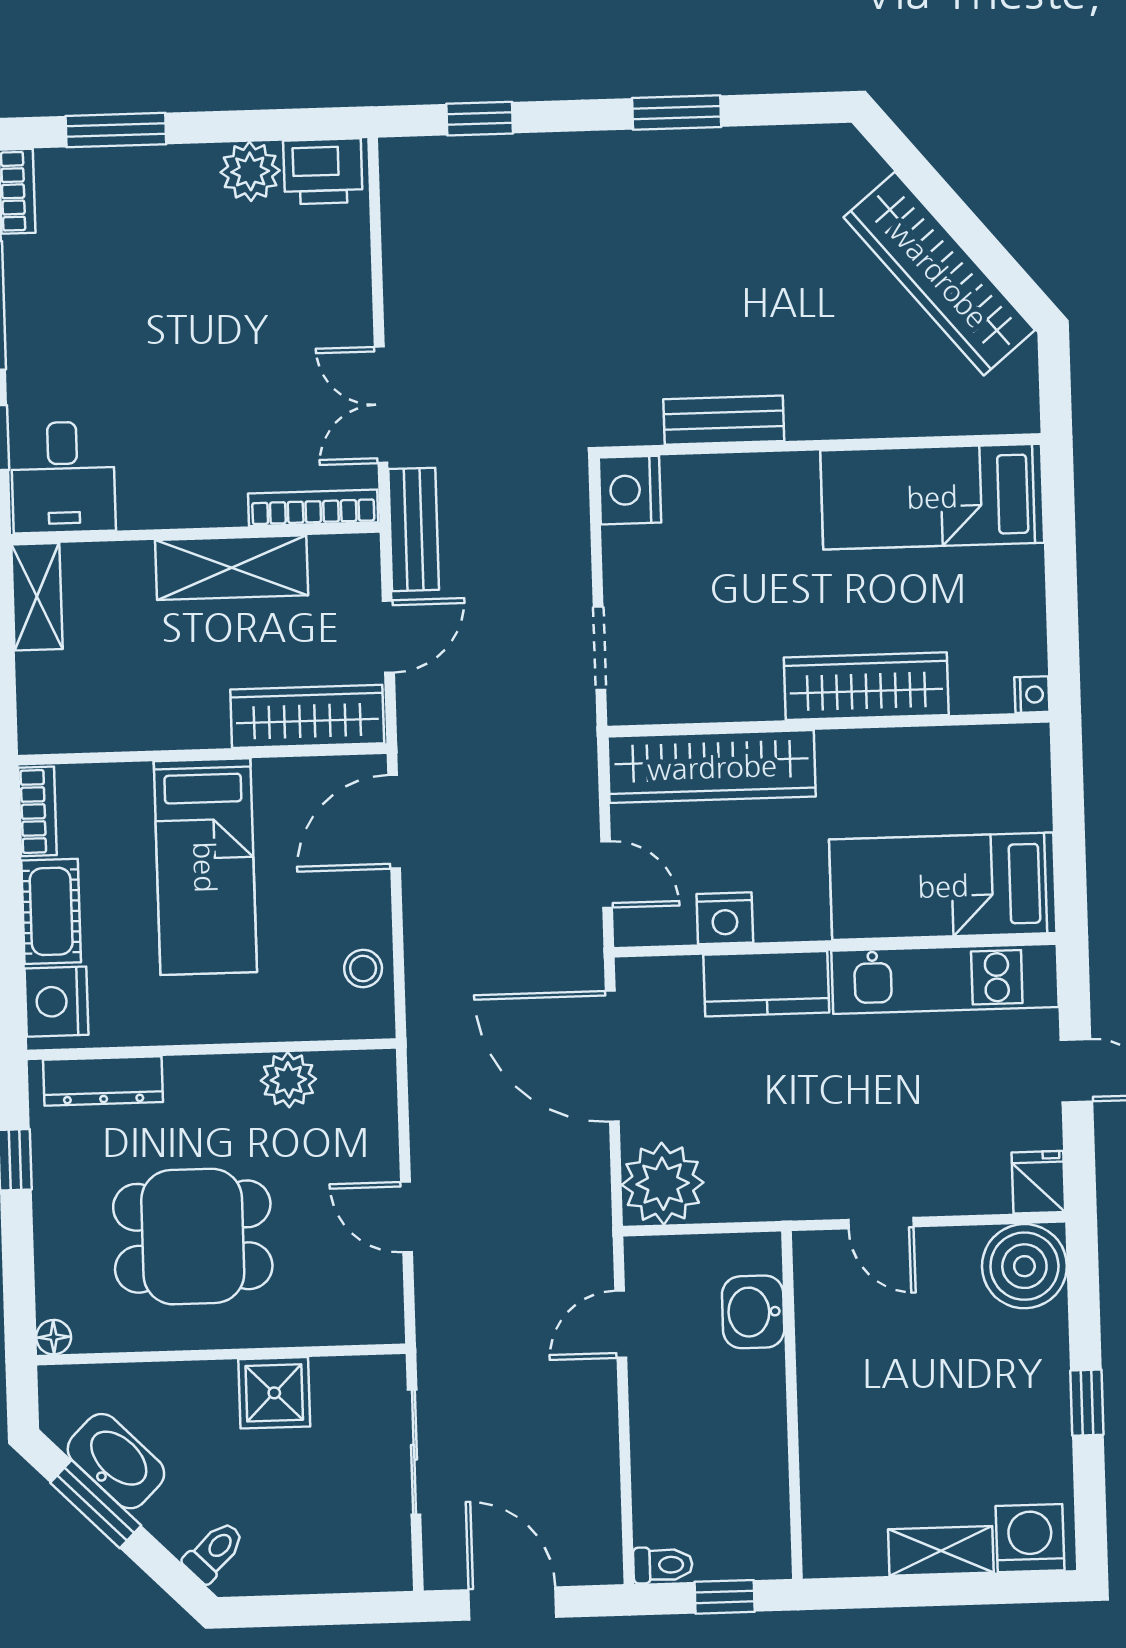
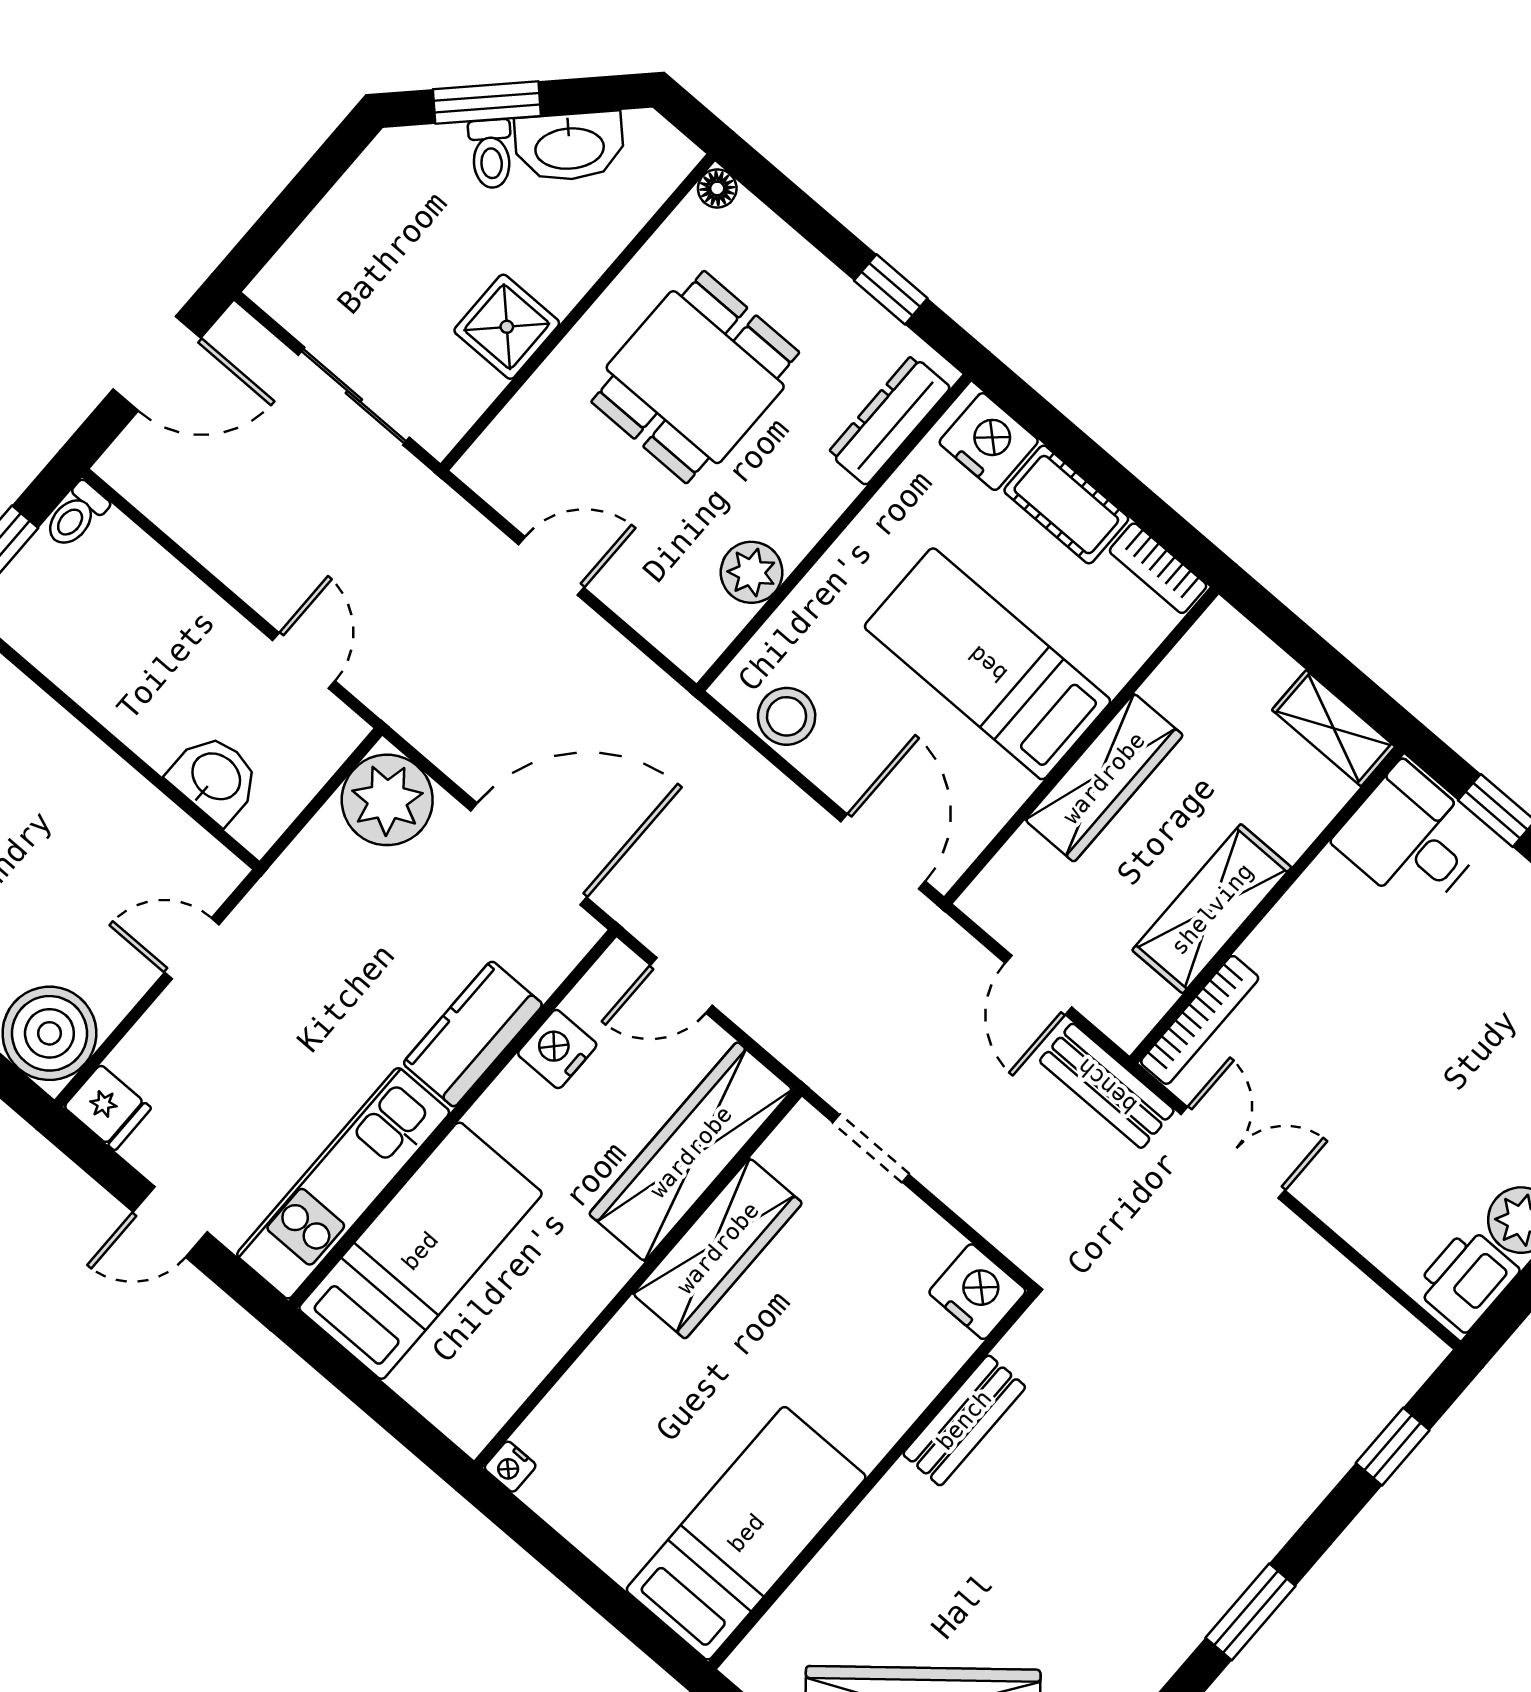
wardrobe: (866, 686) -> (718, 1248), moved
wardrobe: (307, 716) -> (1104, 778), moved
stool: (363, 968) -> (787, 716), width x1.37, depth x1.37
window: (96, 1504) -> (487, 103), moved
toilet: (214, 1552) -> (491, 154), moved

